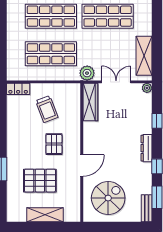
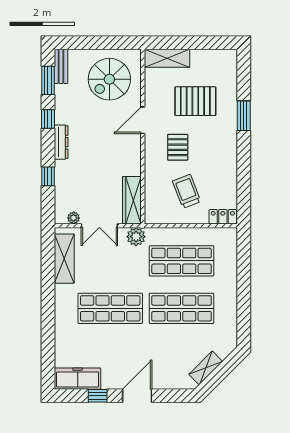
plant: (147, 88) -> (74, 218), moved
shelving: (45, 215) -> (167, 58), moved

